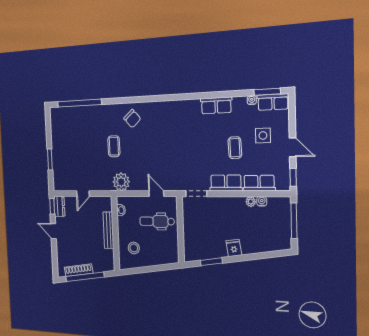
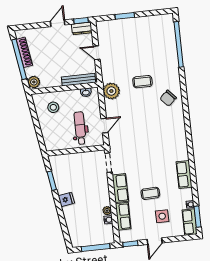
bench: (108, 230) -> (79, 80), moved
plant: (107, 265) -> (34, 82), added

